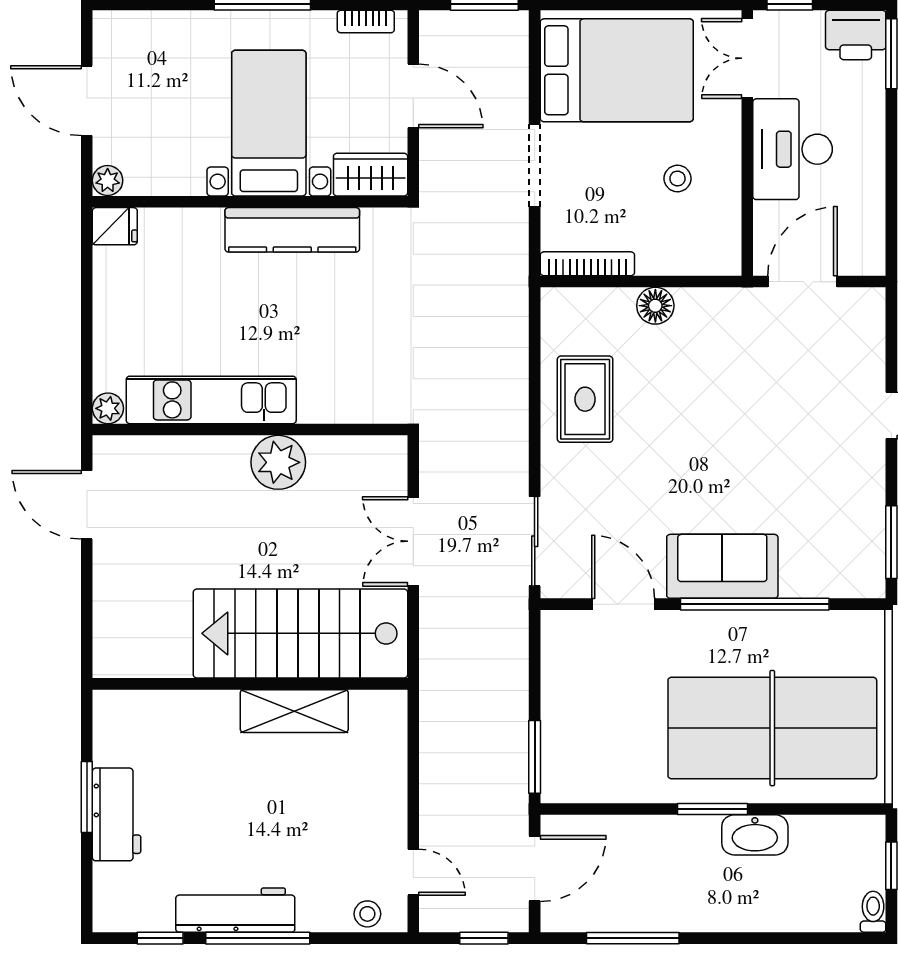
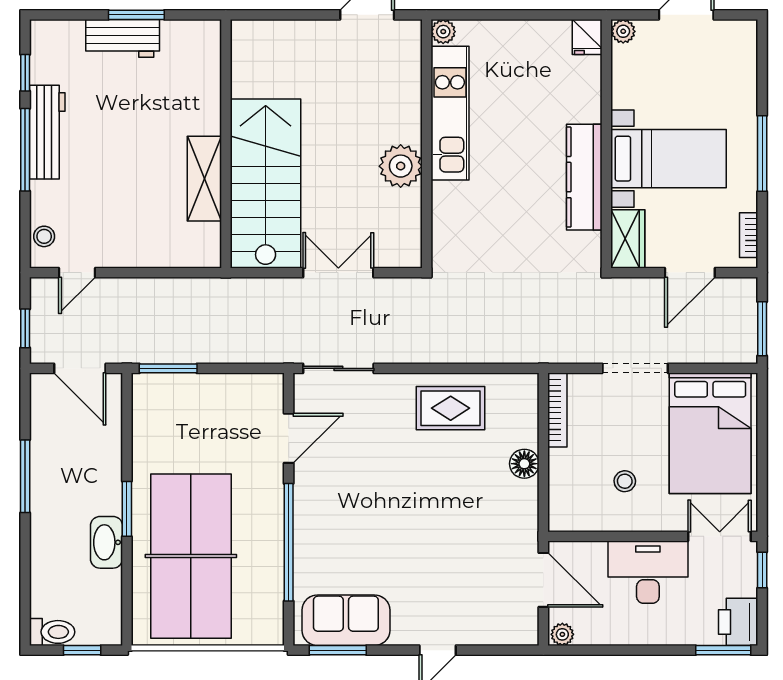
plant: (871, 258) -> (562, 634), added
sofa: (722, 566) -> (346, 620), moved, turned -90
toilet: (873, 912) -> (52, 632), width x1.37, depth x1.39
window: (633, 938) -> (25, 476), moved

